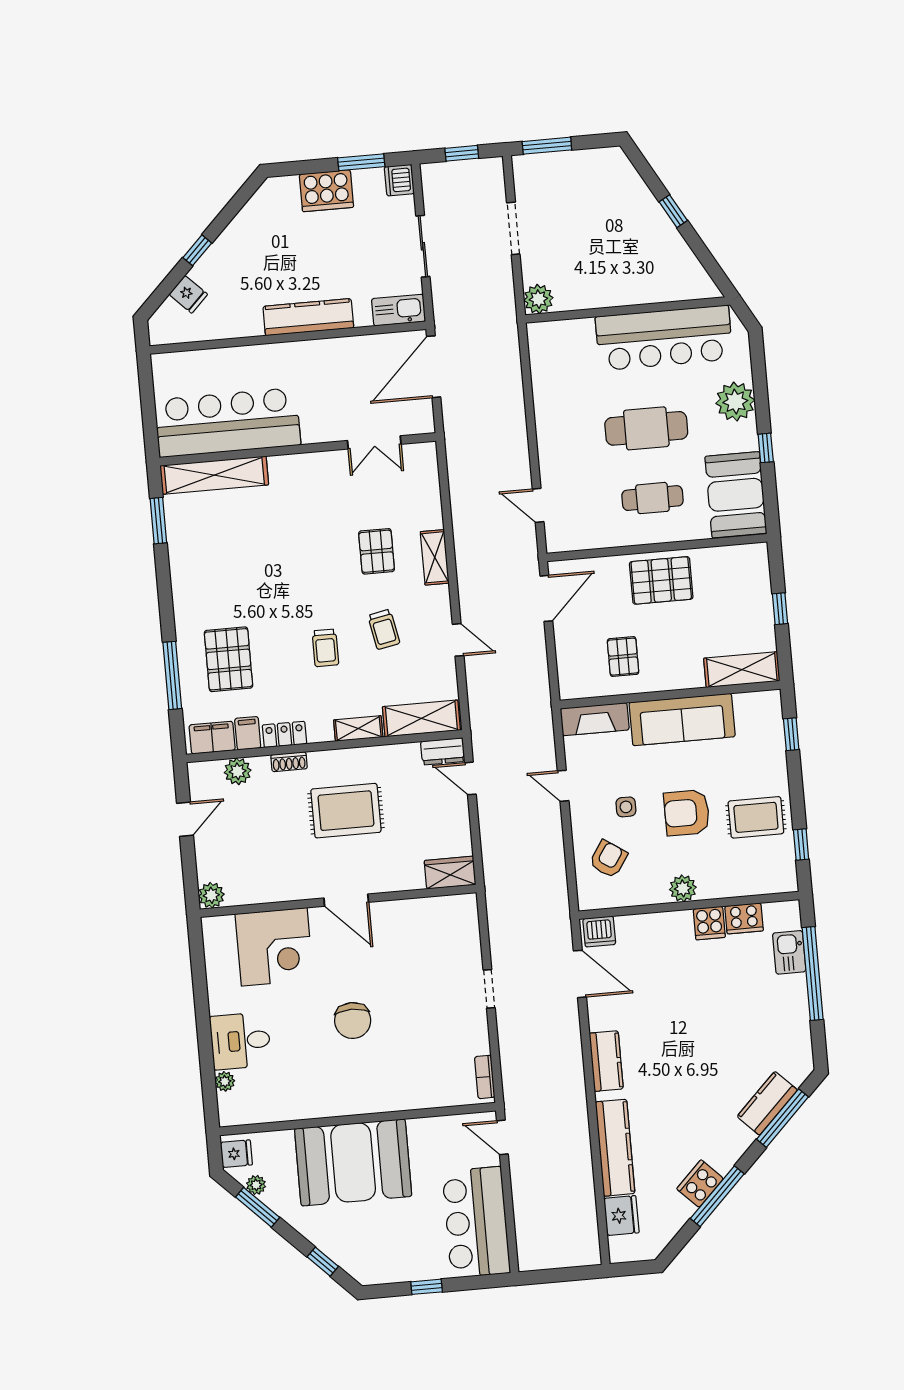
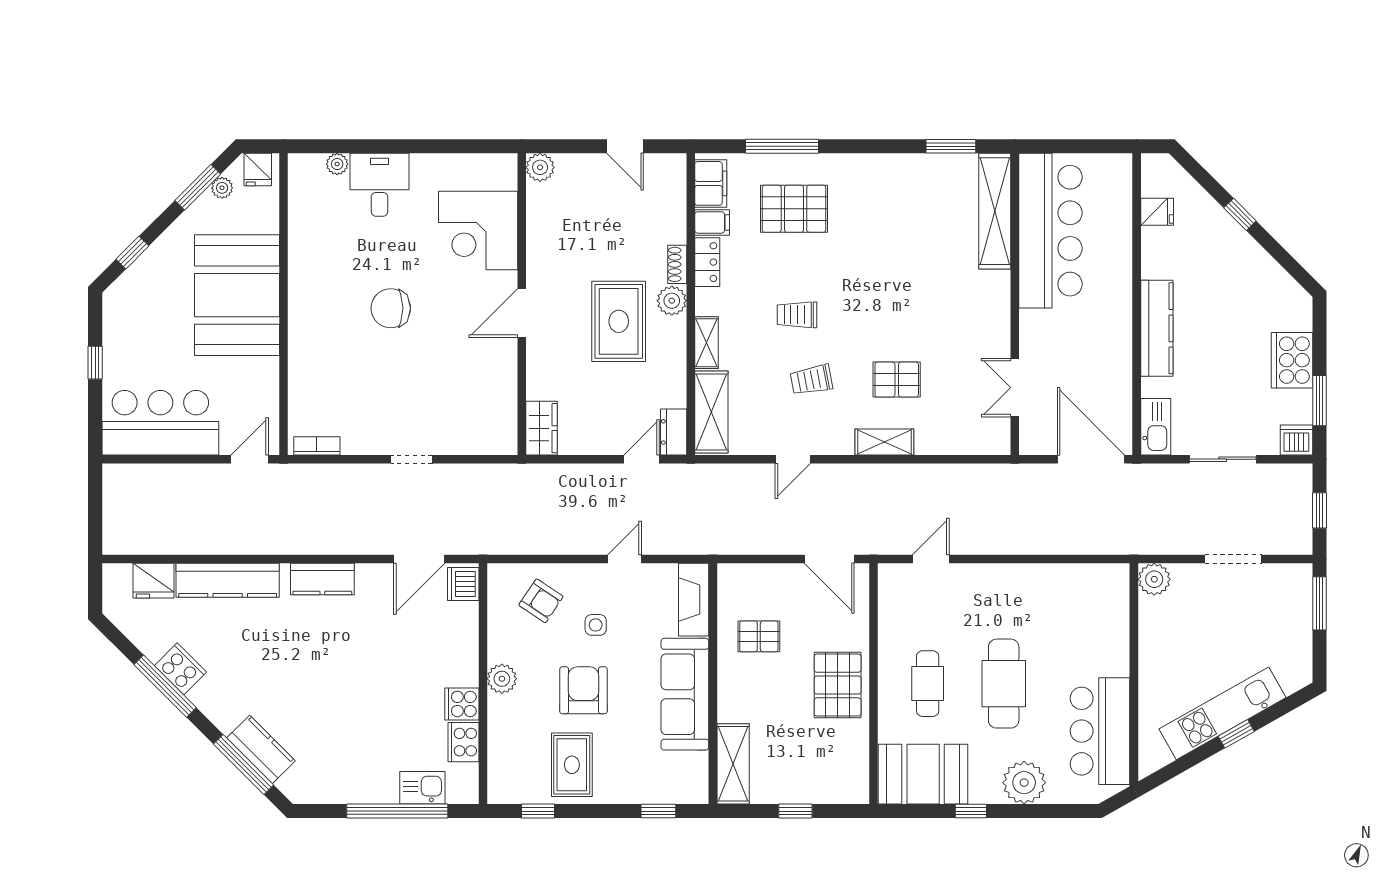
kitchen unit: (656, 226) -> (1222, 713), added
fridge: (188, 294) -> (1157, 212), moved, turned -135
bar counter: (664, 338) -> (1100, 731), width x0.73
plant: (238, 771) -> (672, 301), moved

